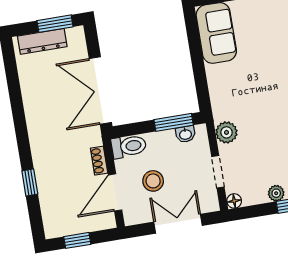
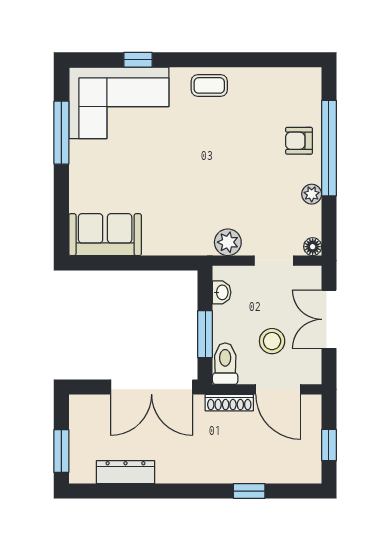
window: (55, 24) -> (61, 451), moved
dresser: (42, 41) -> (125, 472), moved, turned -90
window: (174, 122) -> (205, 334), moved
shoe rack: (99, 161) -> (229, 403), width x1.43

